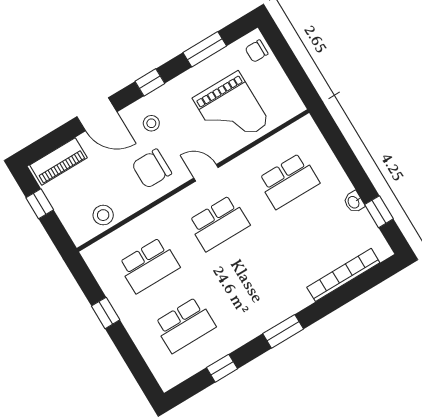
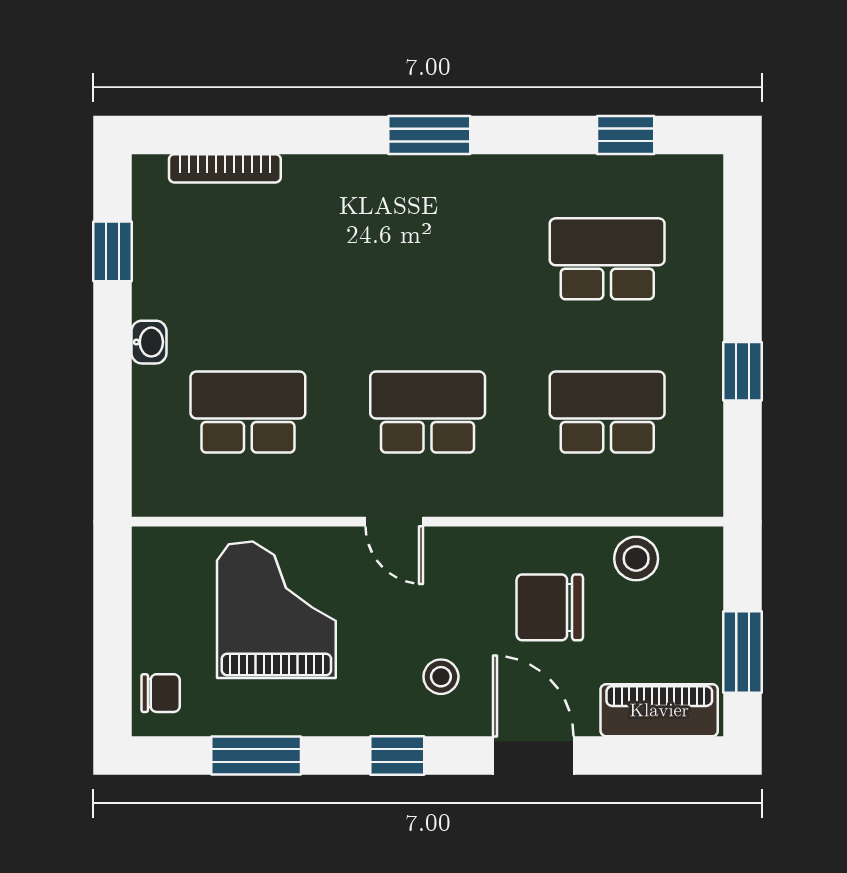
chair: (152, 169) -> (550, 607), moved, turned 180
washbasin: (354, 202) -> (149, 342), moved
window: (40, 204) -> (743, 652), width x1.50
bookcase: (343, 275) -> (225, 168), width x0.68, depth x0.76
window: (222, 368) -> (626, 135), moved

